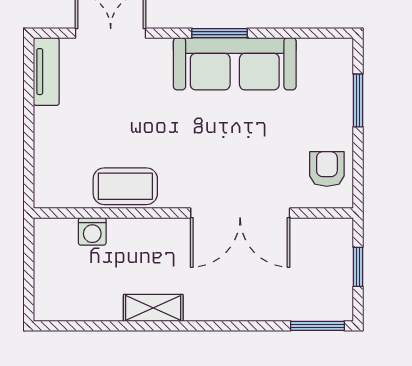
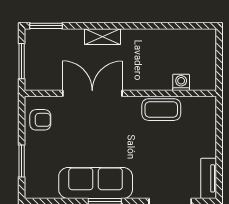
armchair: (327, 169) -> (40, 120), turned -90
window: (358, 267) -> (22, 61), width x1.50
shelving: (153, 308) -> (102, 37), moved

